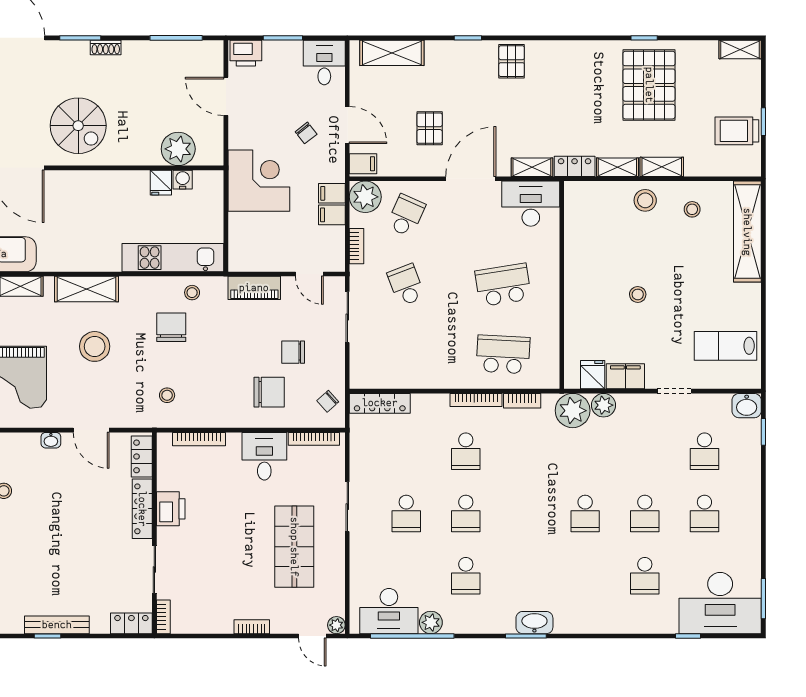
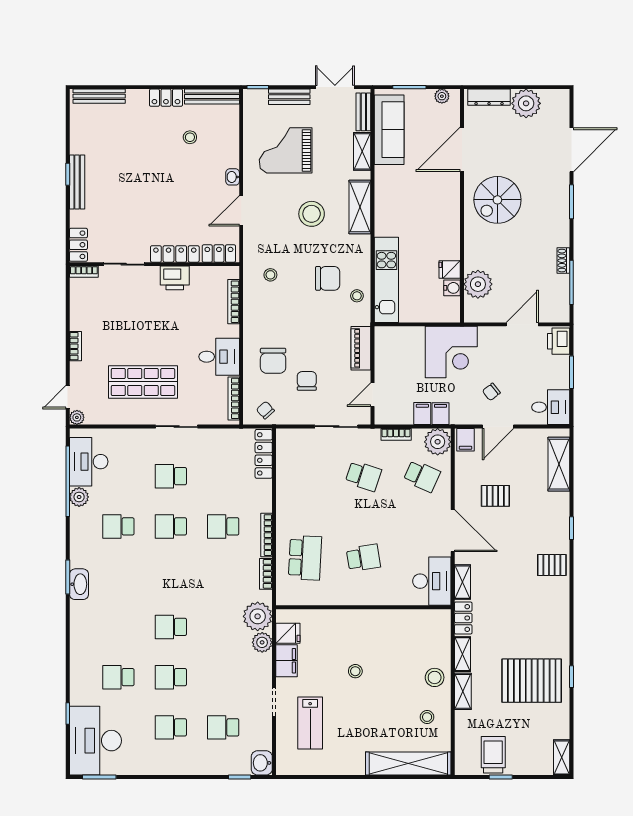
shoe rack: (106, 47) -> (563, 261), moved
school desk: (406, 285) -> (363, 476), turned 39
school desk: (503, 285) -> (363, 558), width x0.54
lab bench: (726, 346) -> (310, 723), moved, turned 180

